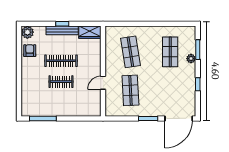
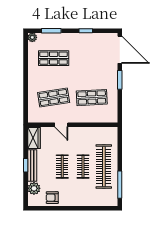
plant: (27, 32) -> (34, 188), moved
plant: (191, 59) -> (32, 37), moved
clothes rail: (61, 61) -> (62, 167), width x0.73
door: (103, 83) -> (61, 125), moved
clothes rail: (61, 102) -> (104, 167), added

